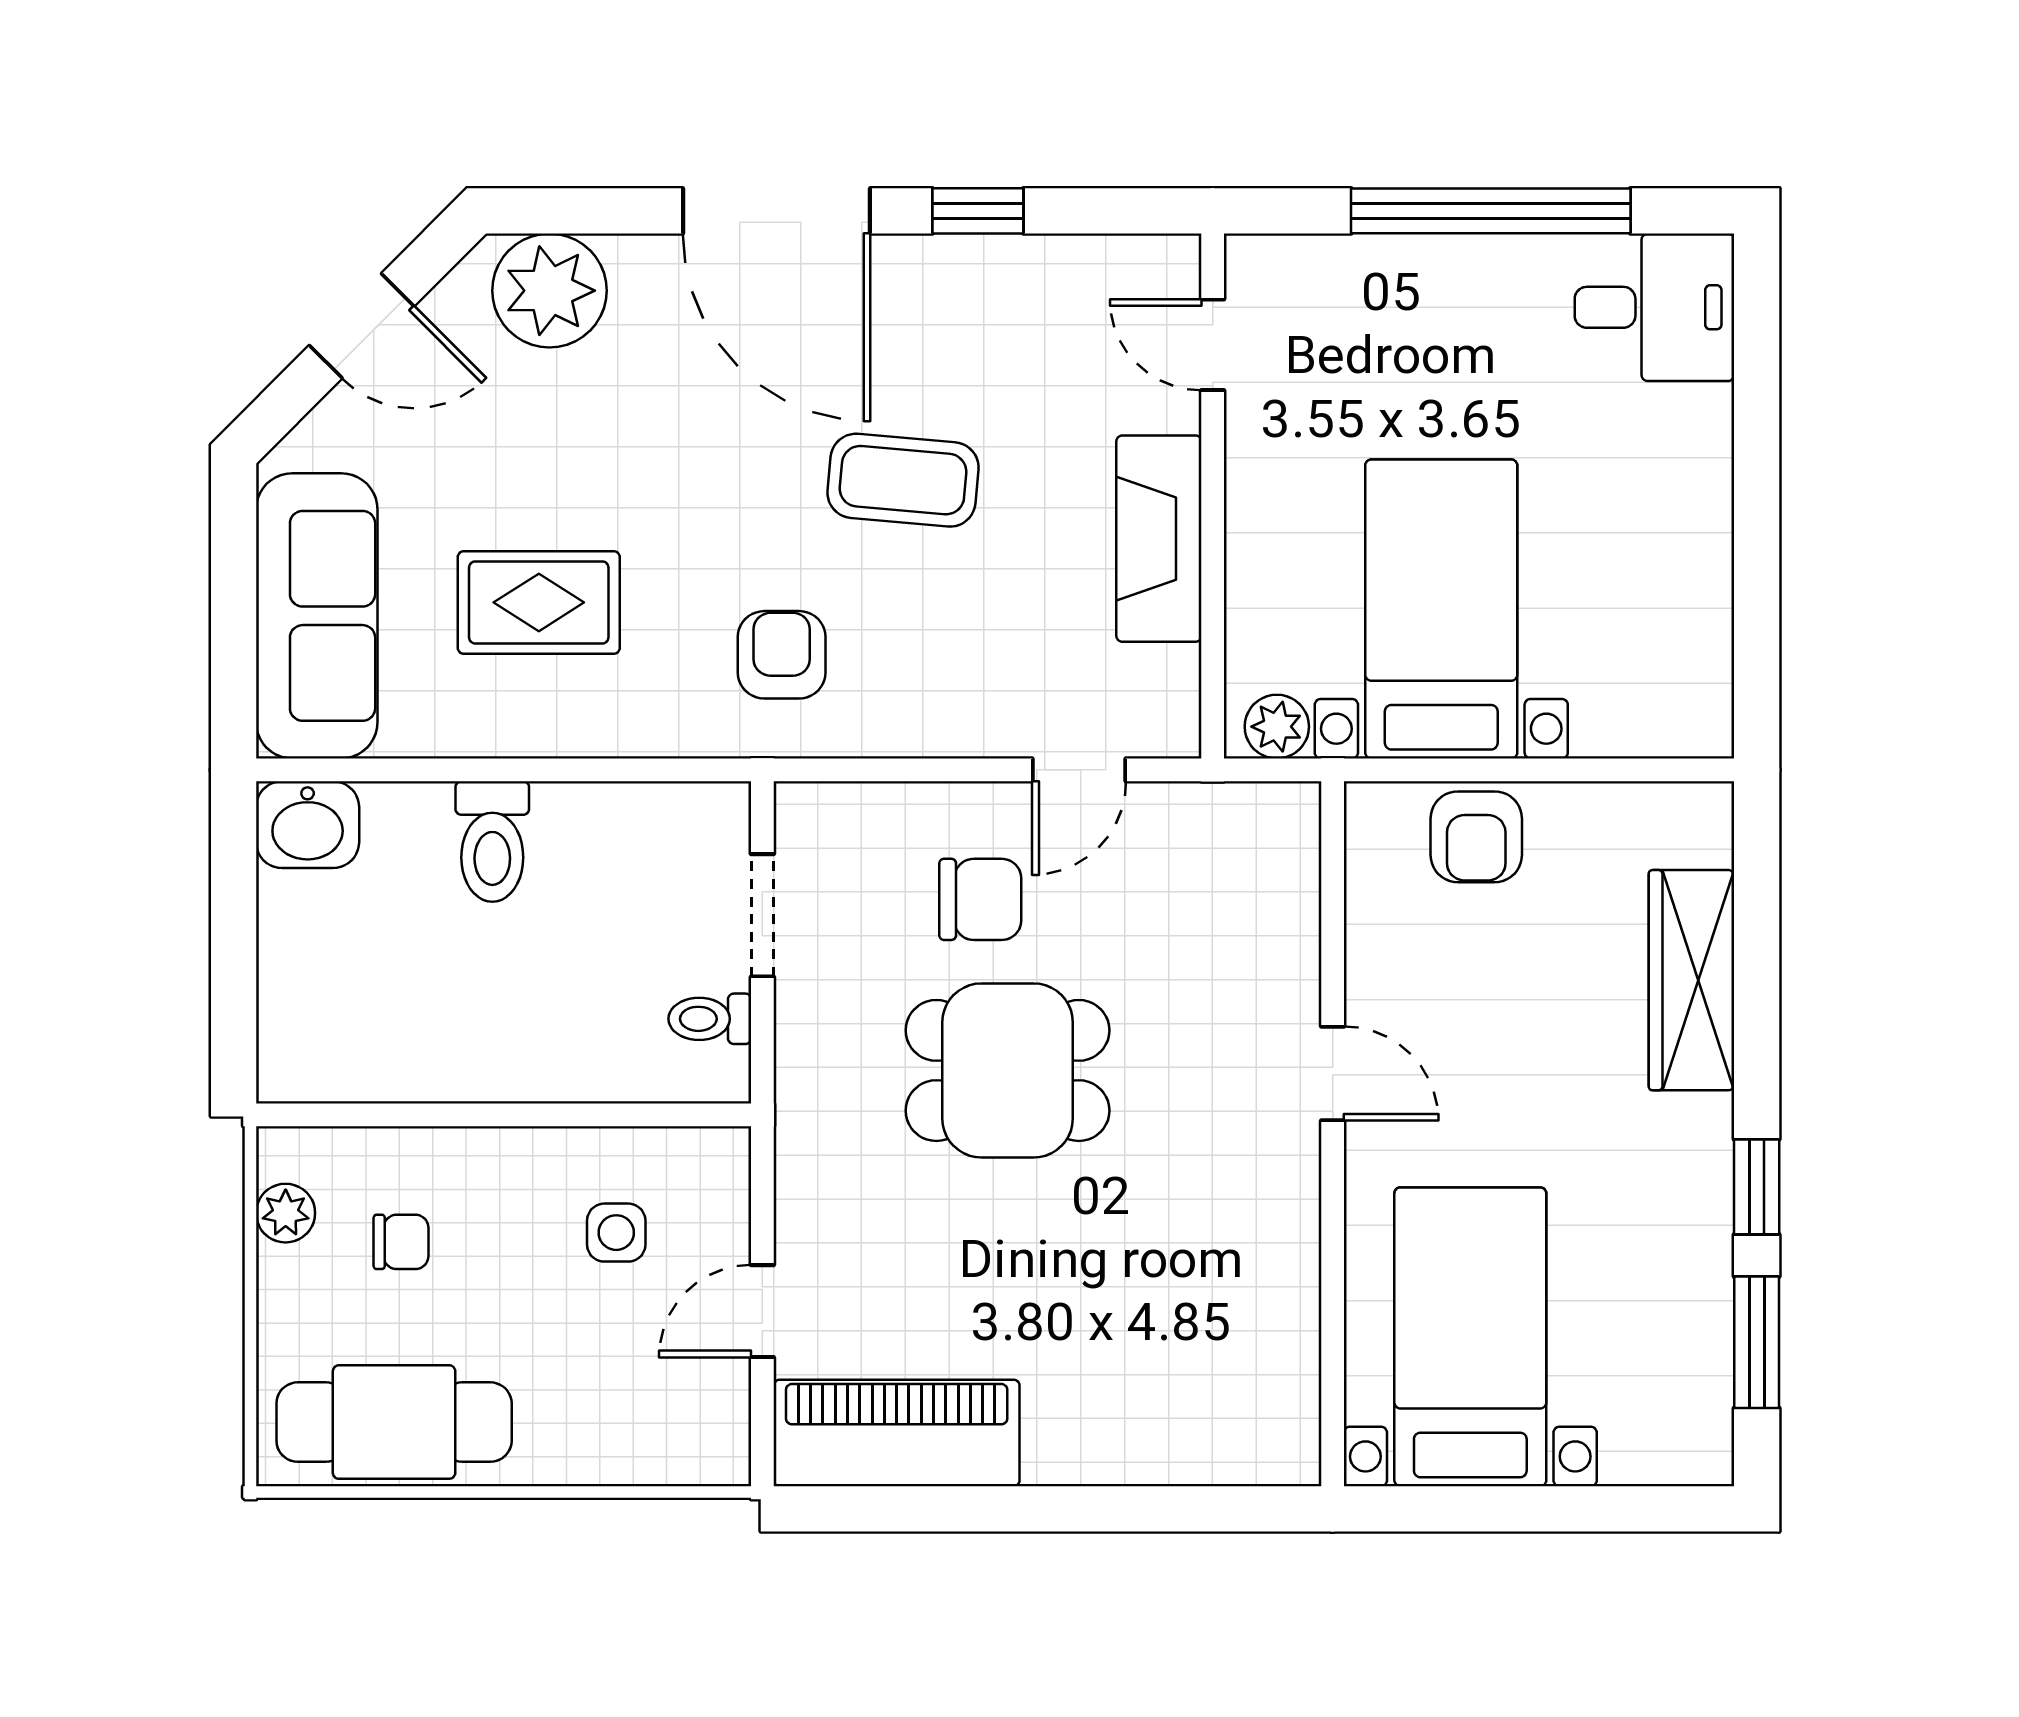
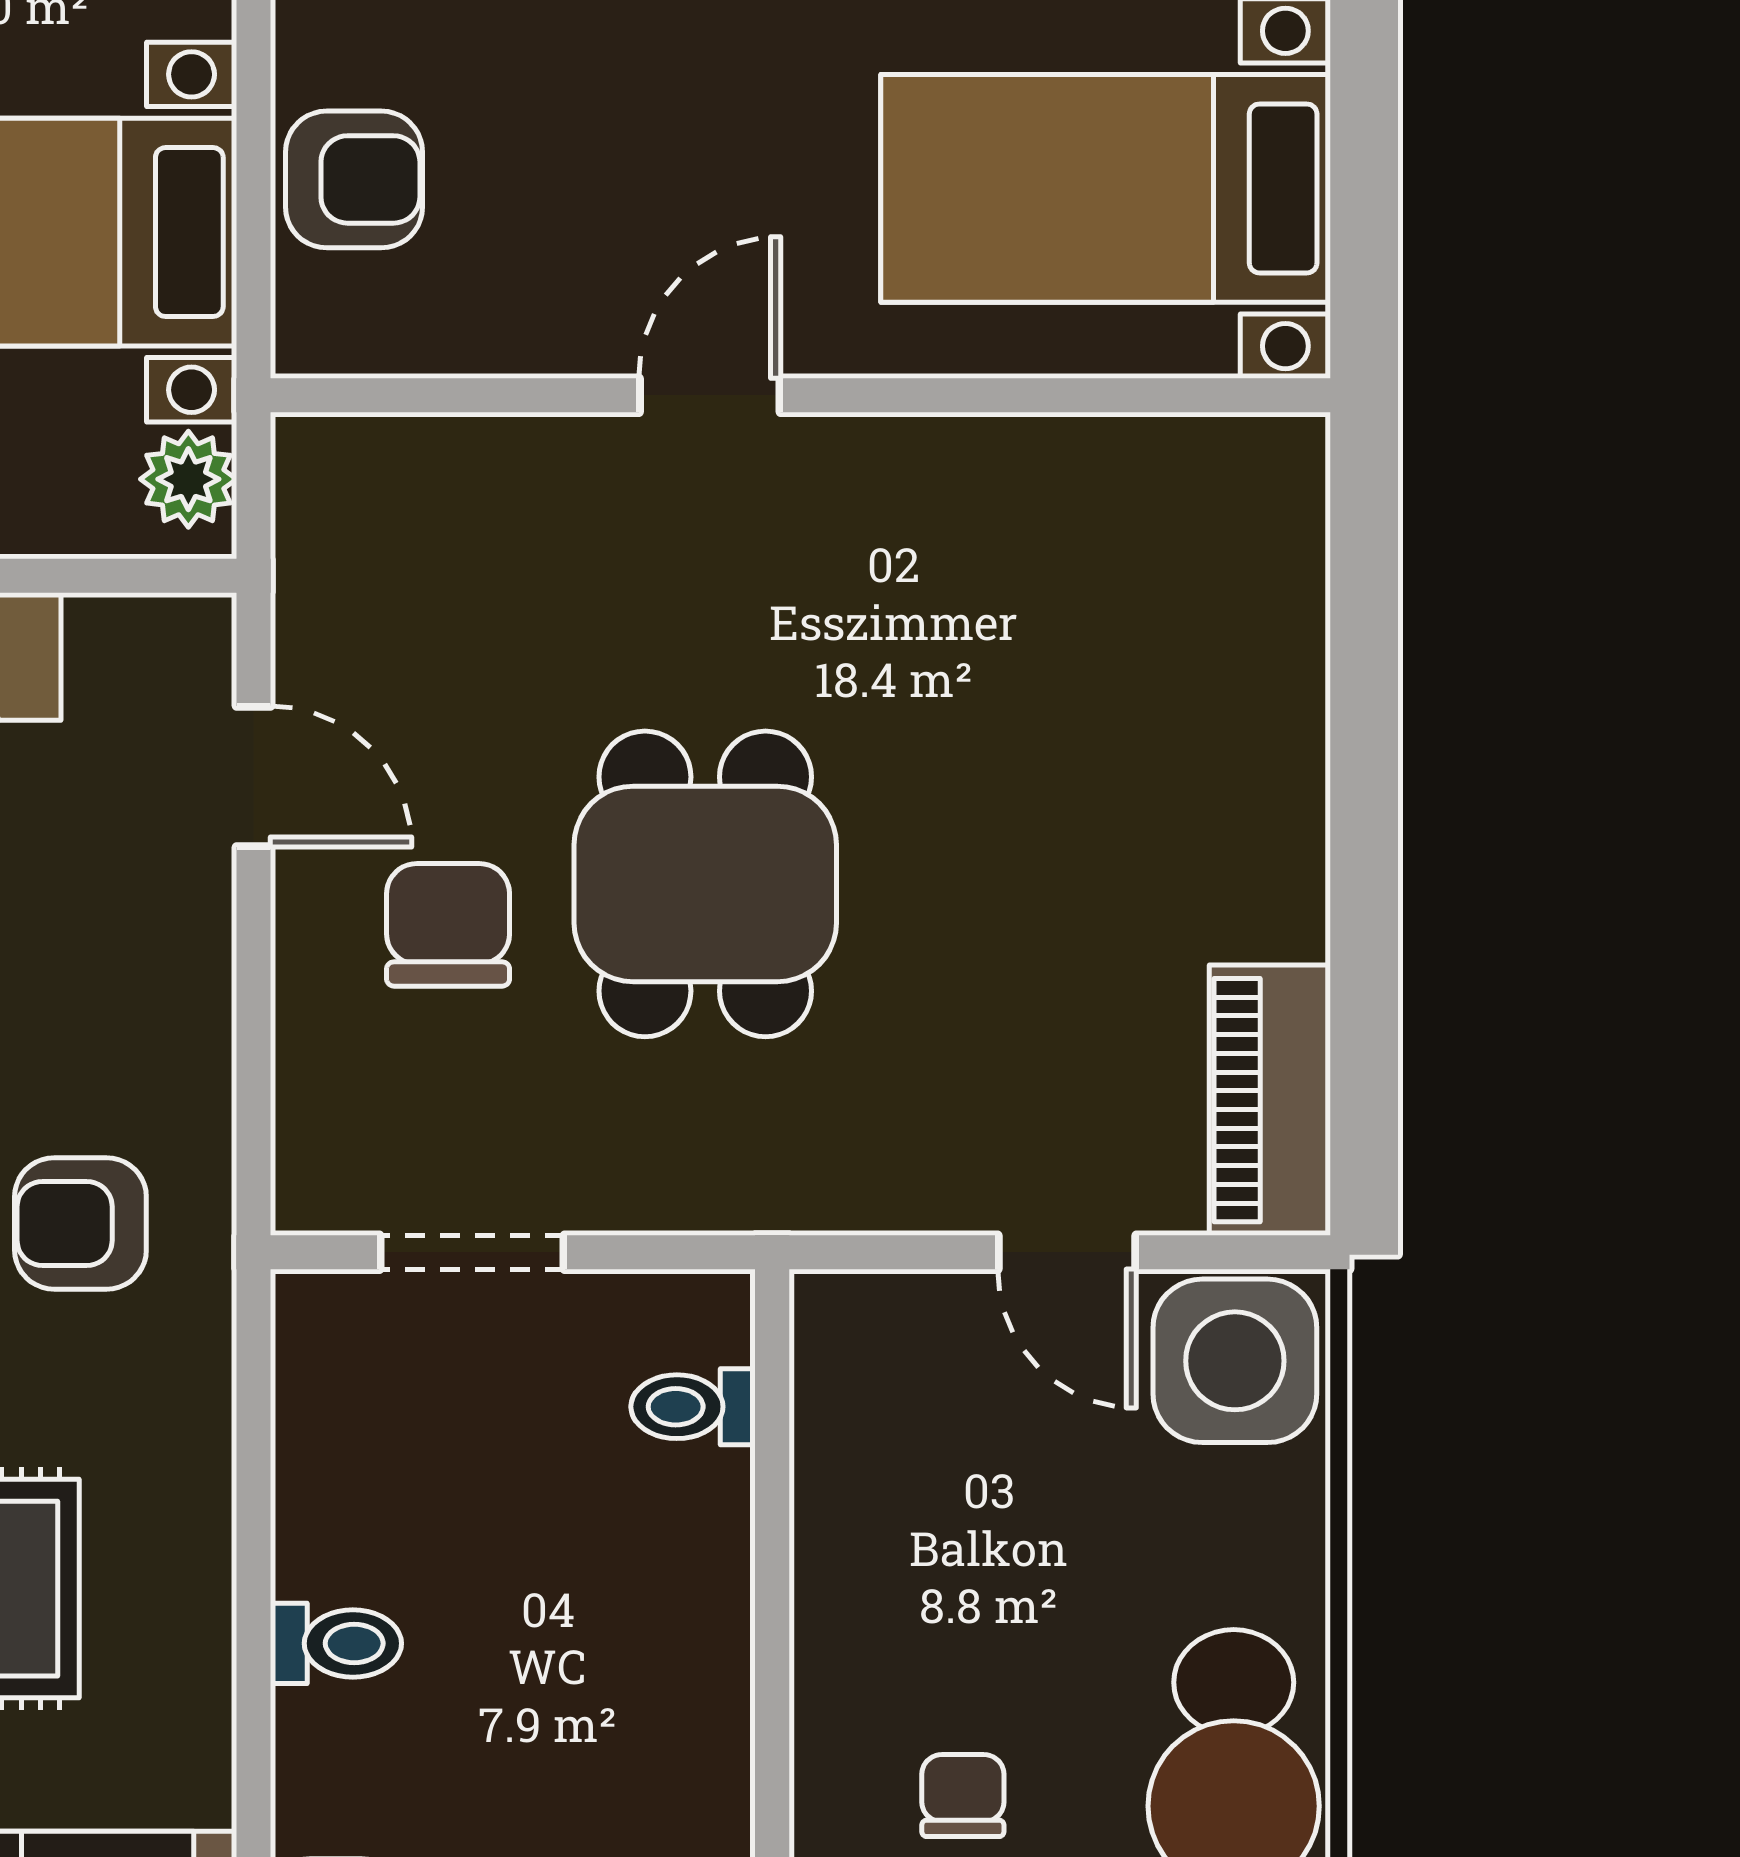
toilet: (492, 842) -> (336, 1643), width x0.73, depth x0.72
toilet: (710, 1019) -> (693, 1407), moved, turned 90
side table: (616, 1233) -> (1235, 1361), moved, width x1.87, depth x1.87
piano: (897, 1433) -> (1270, 1100), width x0.73, depth x0.75

